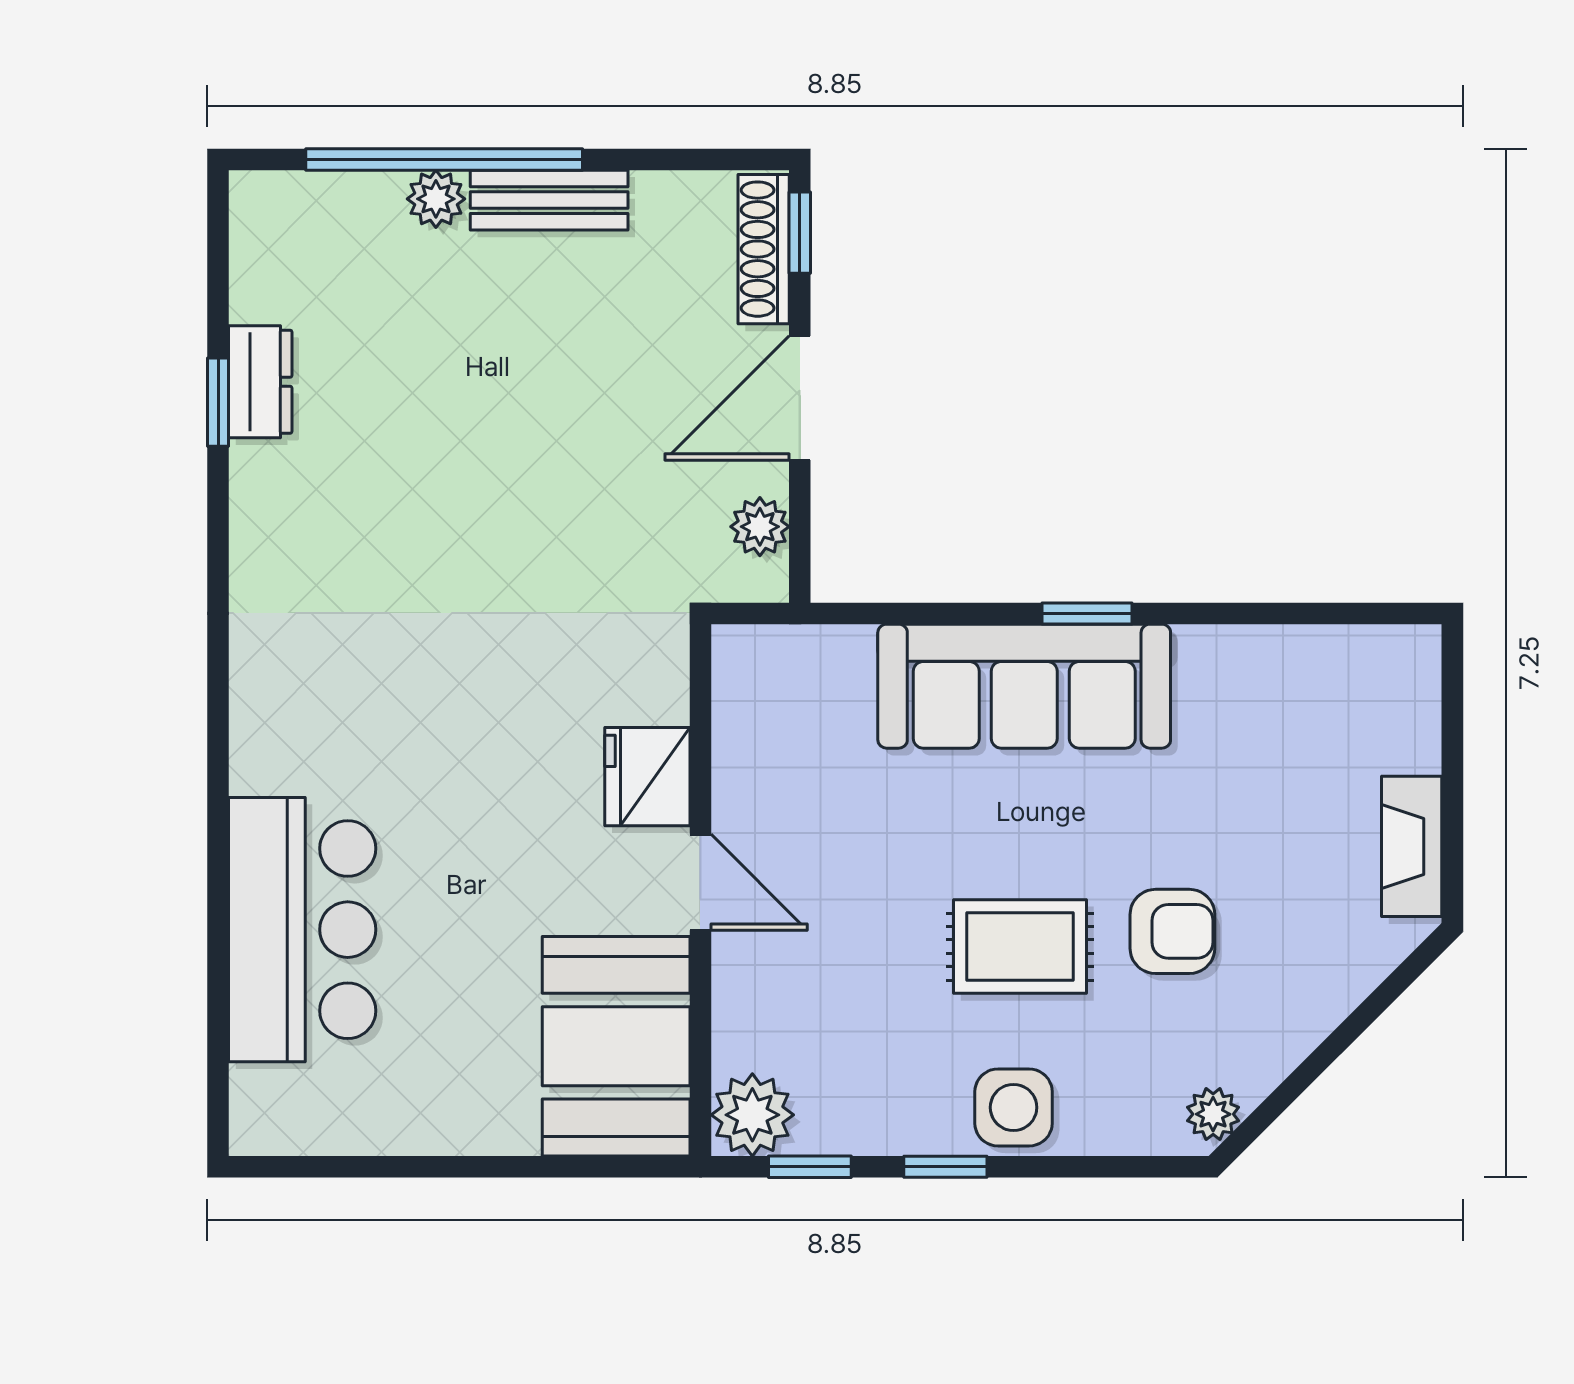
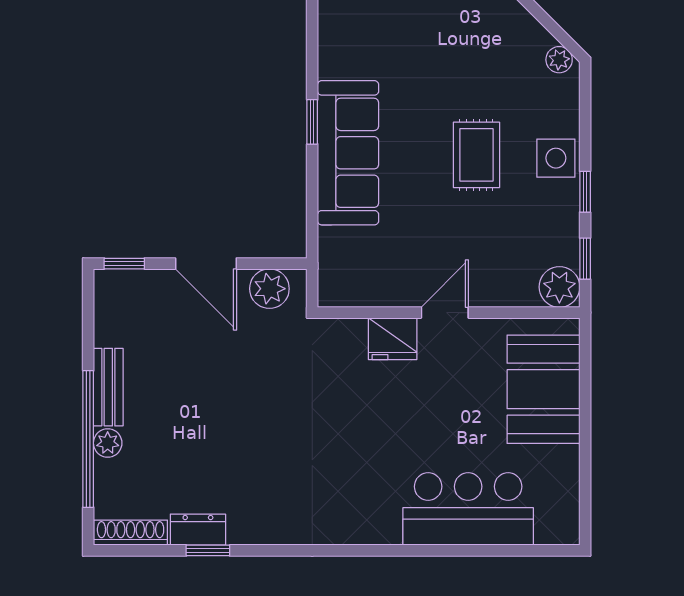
shoe rack: (764, 249) -> (131, 533), moved, turned 180
plant: (760, 527) -> (269, 289), width x1.38, depth x1.38
armchair: (1172, 931) -> (469, 80), removed
booth: (616, 1046) -> (543, 389), moved, turned 90

